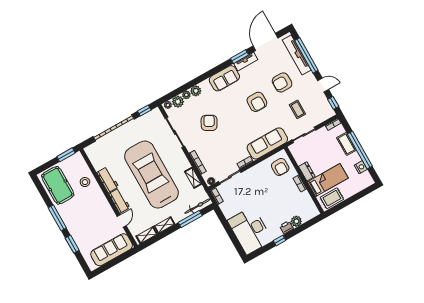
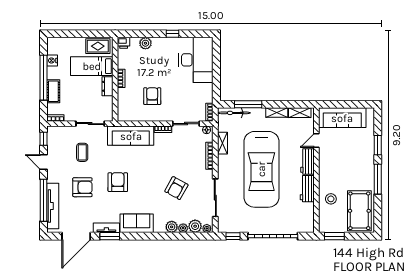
armchair: (280, 167) -> (152, 96), moved
printer: (286, 227) -> (124, 43), moved

